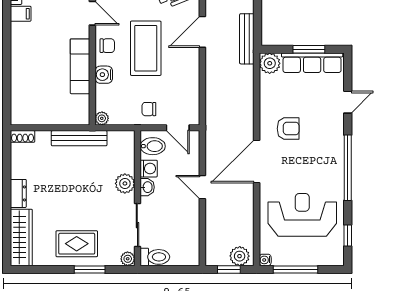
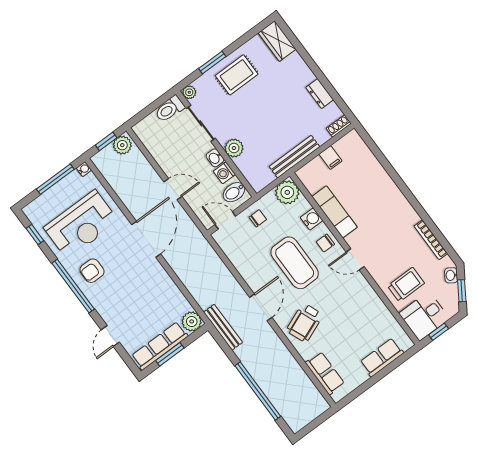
filing cabinet: (21, 14) -> (330, 158), moved, turned -90
plant: (102, 118) -> (287, 192), width x1.88, depth x1.88
armchair: (288, 129) -> (92, 271), moved
dresser: (18, 193) -> (320, 94), moved
wardrobe: (21, 237) -> (277, 41), width x0.67
plant: (240, 256) -> (122, 145), moved

